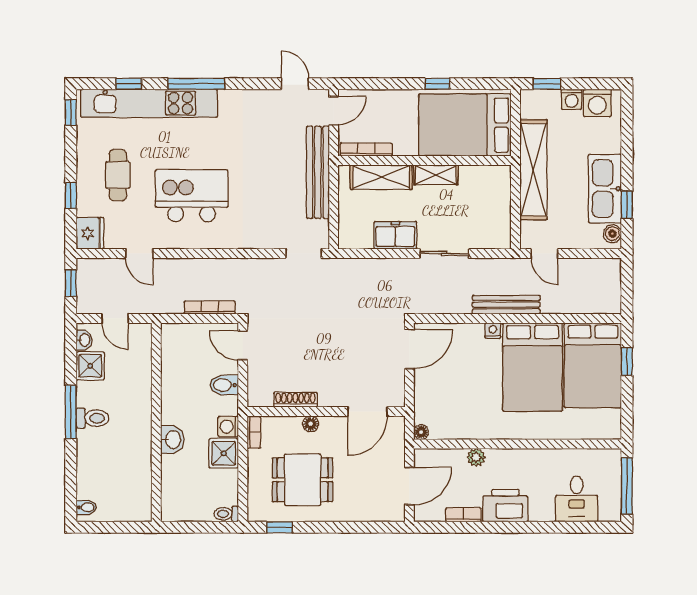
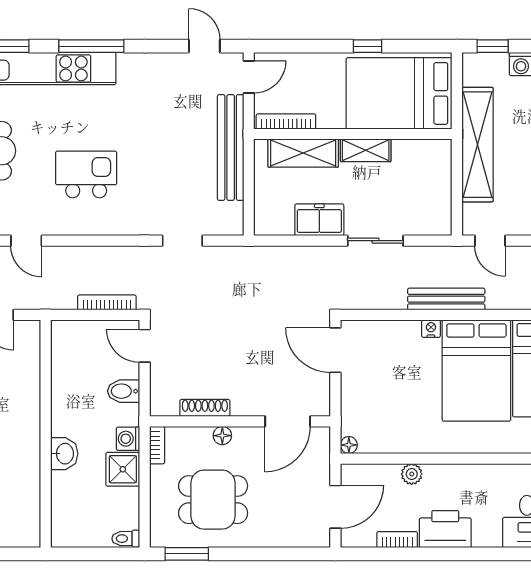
kitchen island: (192, 196) -> (86, 174), width x0.73, depth x0.78
doorway: (304, 254) -> (182, 241), moved
door: (409, 349) -> (335, 350), swing flipped
window: (280, 527) -> (187, 554), width x1.50

